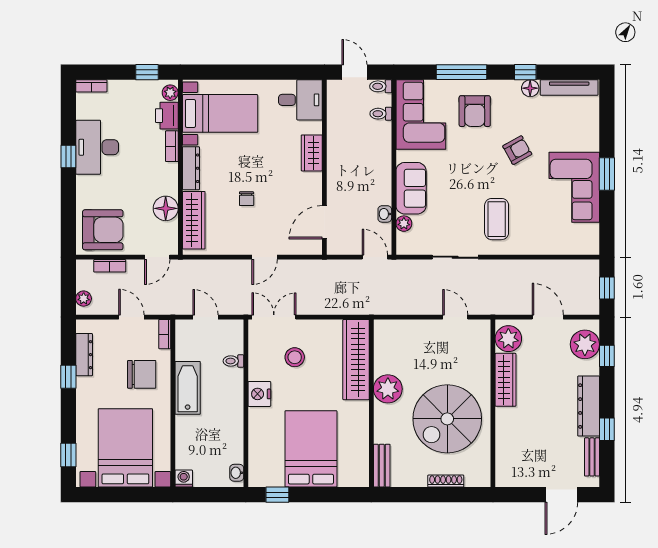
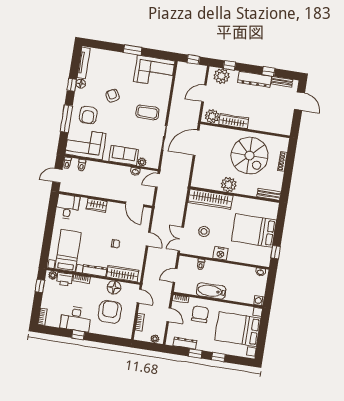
armchair: (475, 111) -> (88, 115), turned 90
corner sofa: (574, 187) -> (154, 71), moved
armchair: (103, 230) -> (110, 312), moved
door: (131, 317) -> (169, 315), swing flipped
door: (455, 317) -> (196, 143), width x1.87
window: (68, 455) -> (218, 357), moved

